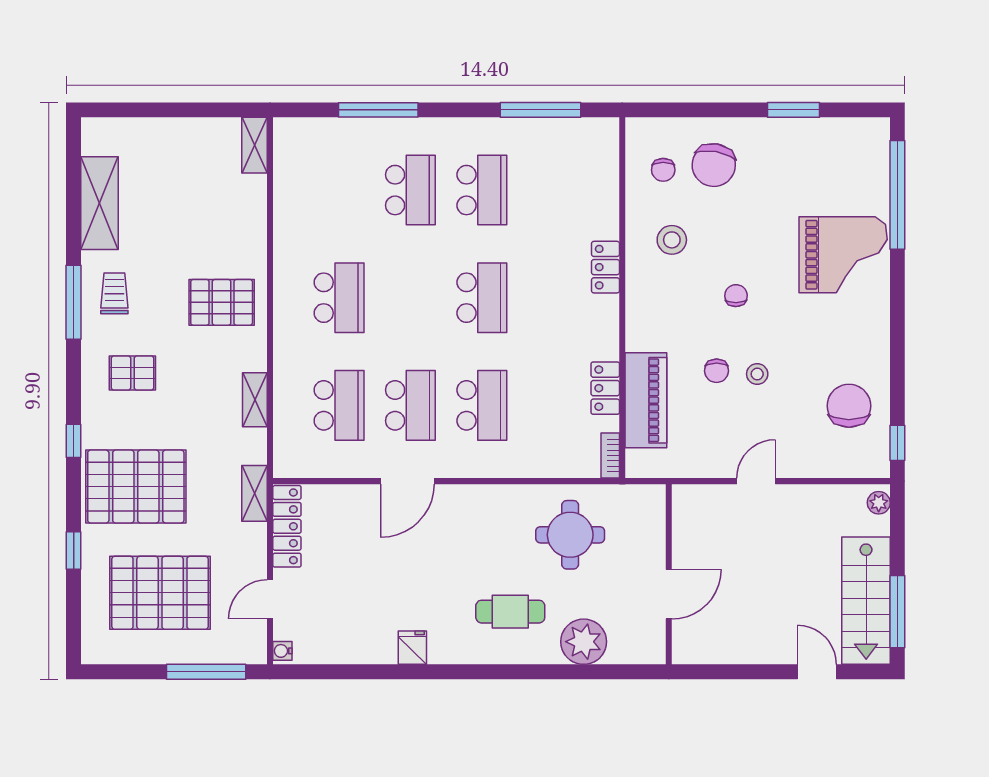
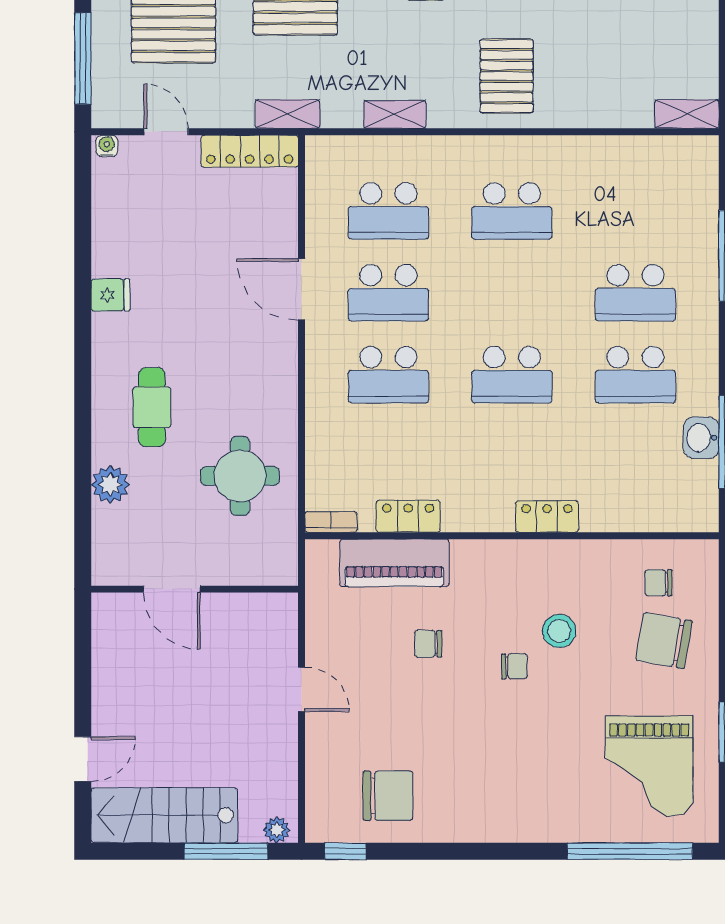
washbasin: (537, 133) -> (701, 438), added
stool: (672, 240) -> (559, 631), moved
grand piano: (843, 255) -> (649, 766), moved
stool: (757, 374) -> (424, 691), removed
window: (897, 612) -> (226, 851), moved
plant: (584, 642) -> (110, 484), width x0.73, depth x0.73

